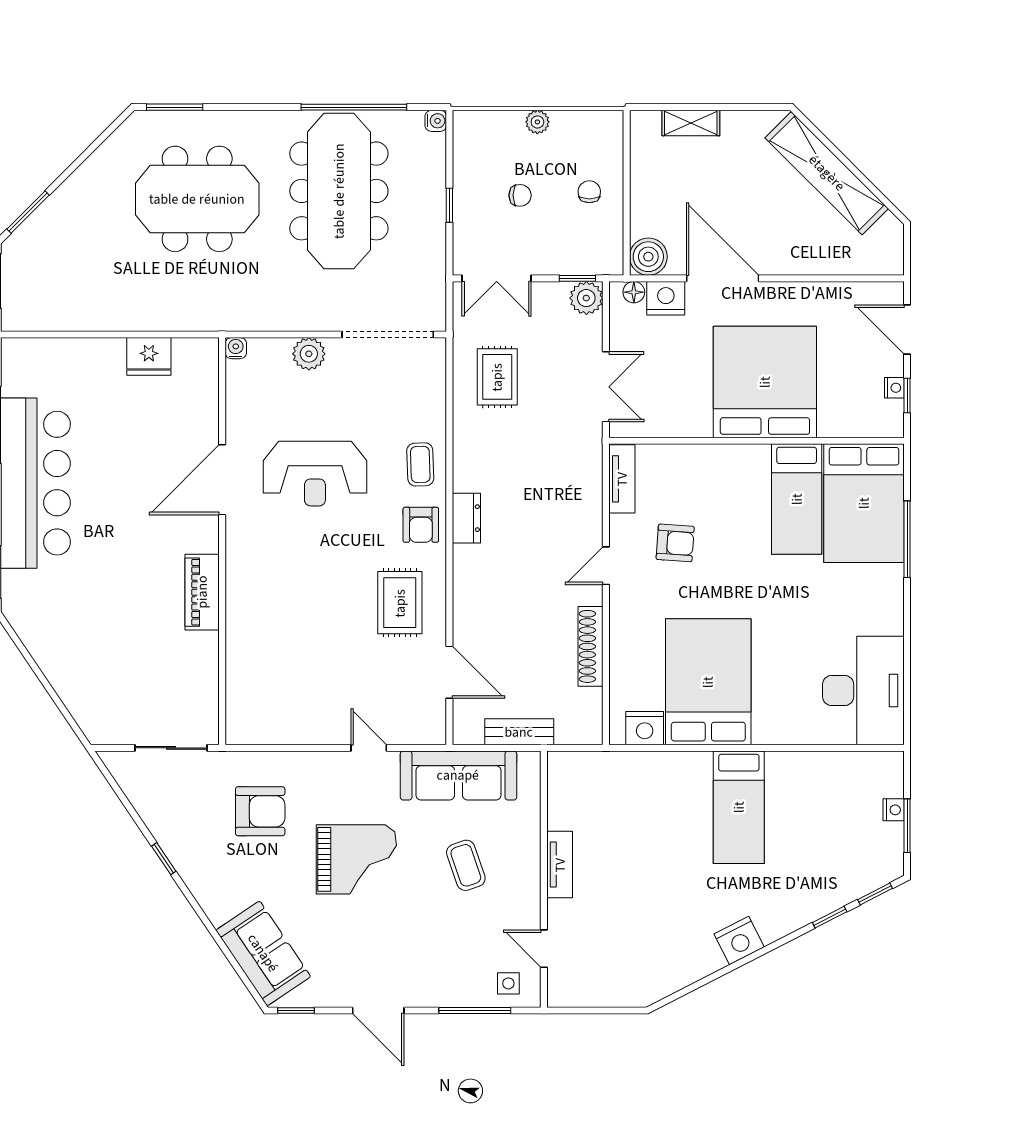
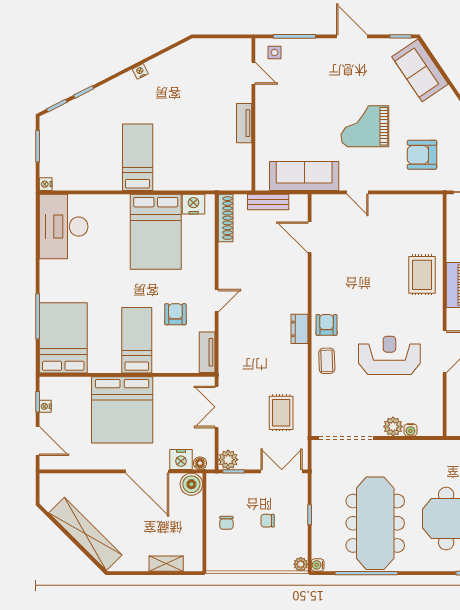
plant: (537, 122) -> (301, 564), moved
water cooler: (236, 348) -> (410, 430), moved
bed: (797, 499) -> (137, 340), moved
armchair: (675, 543) -> (175, 314), turned 86
rug: (400, 603) -> (422, 275), moved
shoe rack: (591, 646) -> (226, 218), moved
nightstand: (894, 810) -> (46, 184), moved
coffee table: (466, 865) -> (300, 123), removed
nightstand: (739, 941) -> (140, 71), width x0.53, depth x0.56

